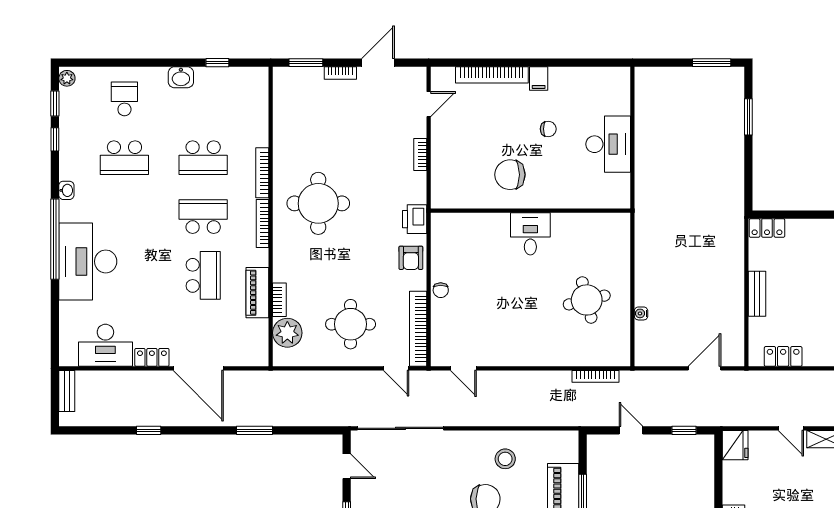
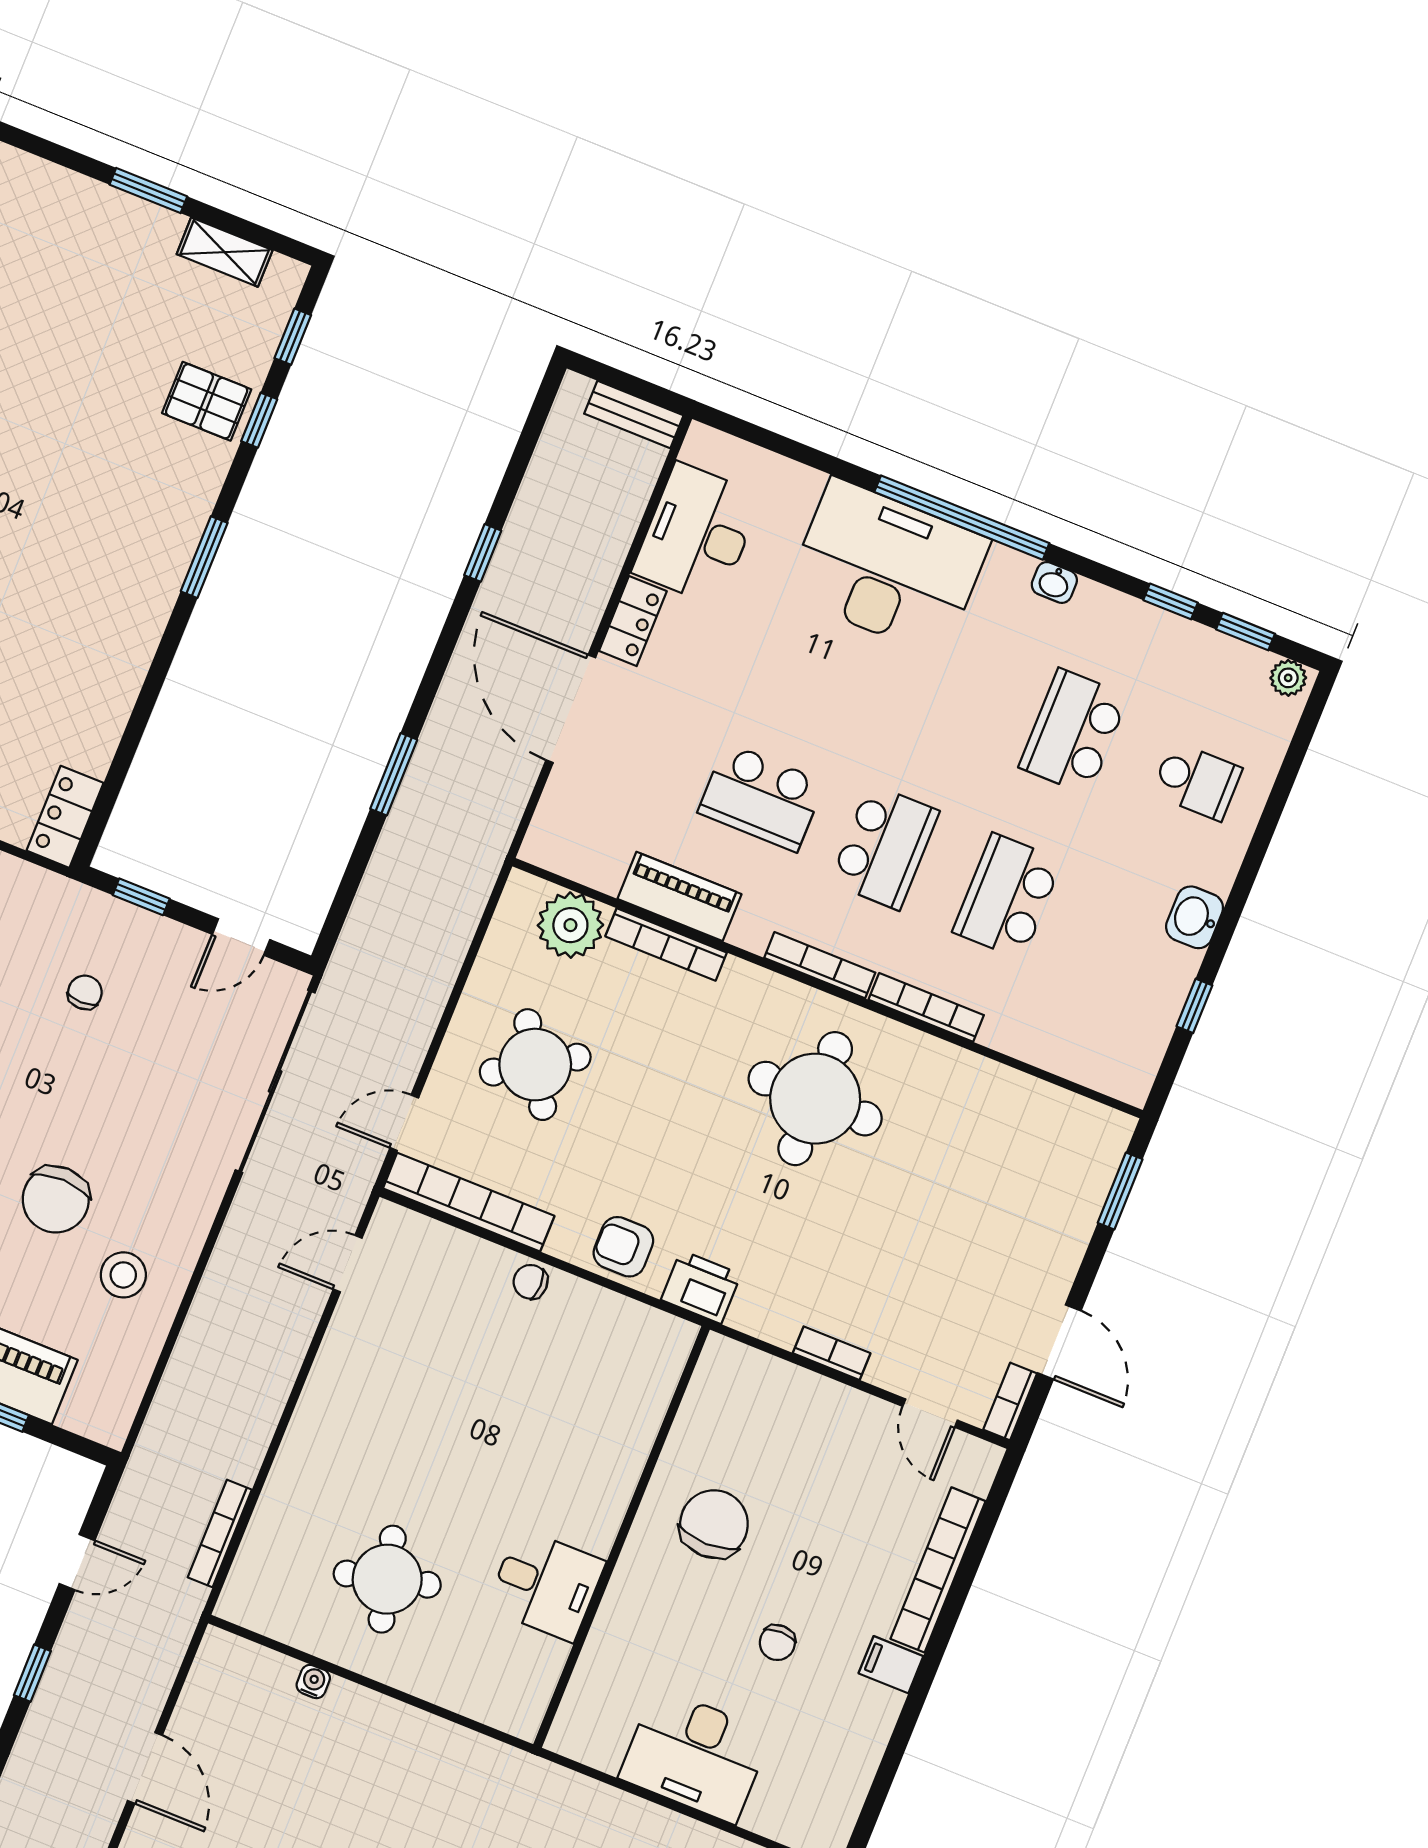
bookcase: (340, 73) -> (1010, 1401), moved
desk: (530, 234) -> (546, 1585), moved
bookcase: (279, 300) -> (666, 945), width x1.56
round table: (351, 324) -> (535, 1065), turned -32
door: (198, 368) -> (571, 709), hinge flipped

